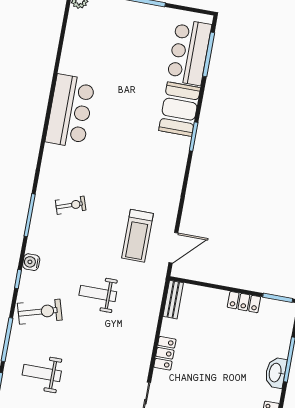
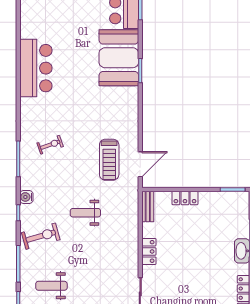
booth: (180, 109) -> (119, 58), width x1.36, depth x1.42
locker: (244, 302) -> (185, 198), moved

